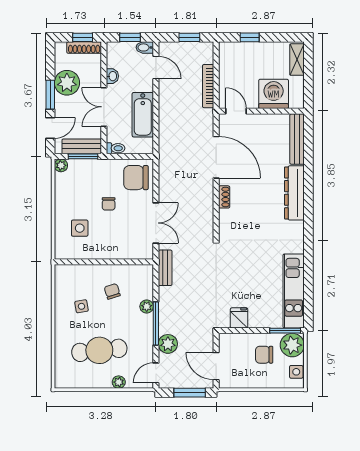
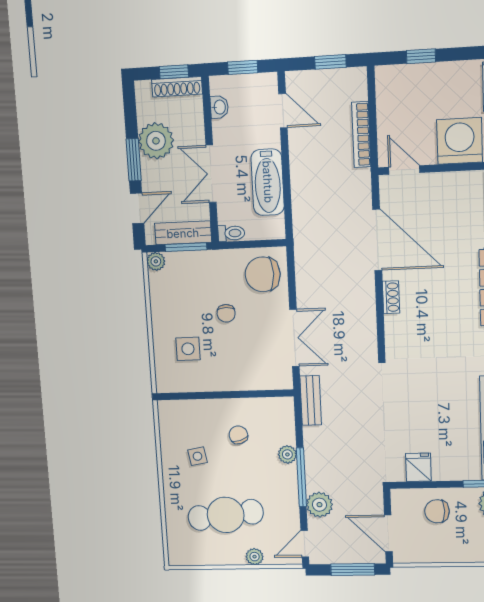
bidet: (145, 47) -> (265, 81), removed
washbasin: (112, 76) -> (219, 107), moved
chair: (264, 355) -> (437, 511), moved

